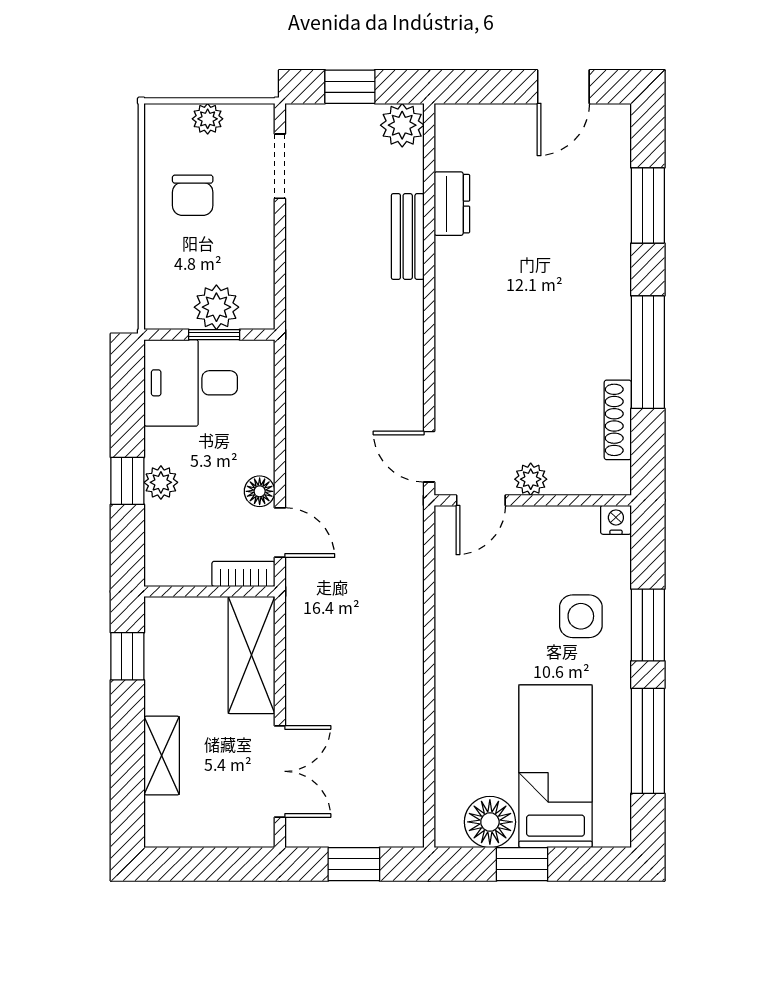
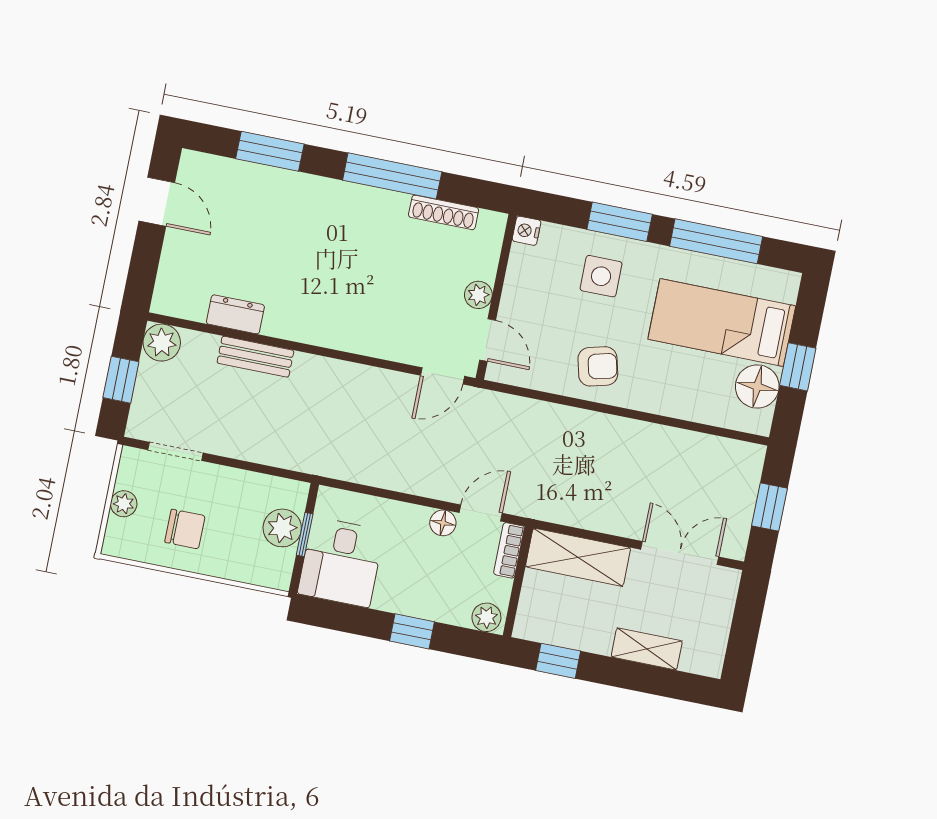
plant: (161, 482) -> (486, 617), moved
armchair: (476, 634) -> (598, 366), added

